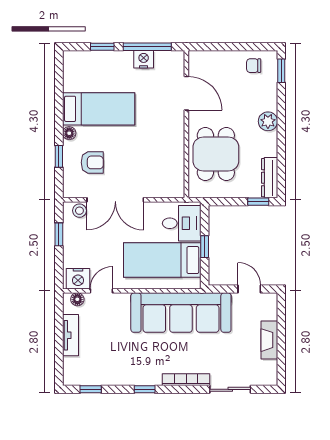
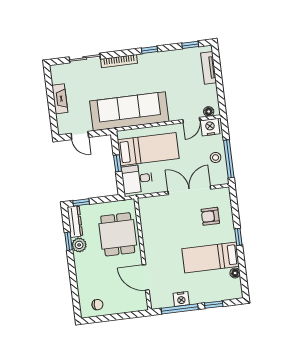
window: (281, 71) -> (69, 241), moved
plant: (268, 121) -> (79, 245), moved
floor lamp: (69, 133) -> (235, 273), moved
window: (59, 156) -> (238, 237), moved
stool: (79, 211) -> (216, 158), moved
window: (59, 234) -> (229, 159), width x2.17
tv unit: (70, 335) -> (209, 68), moved

